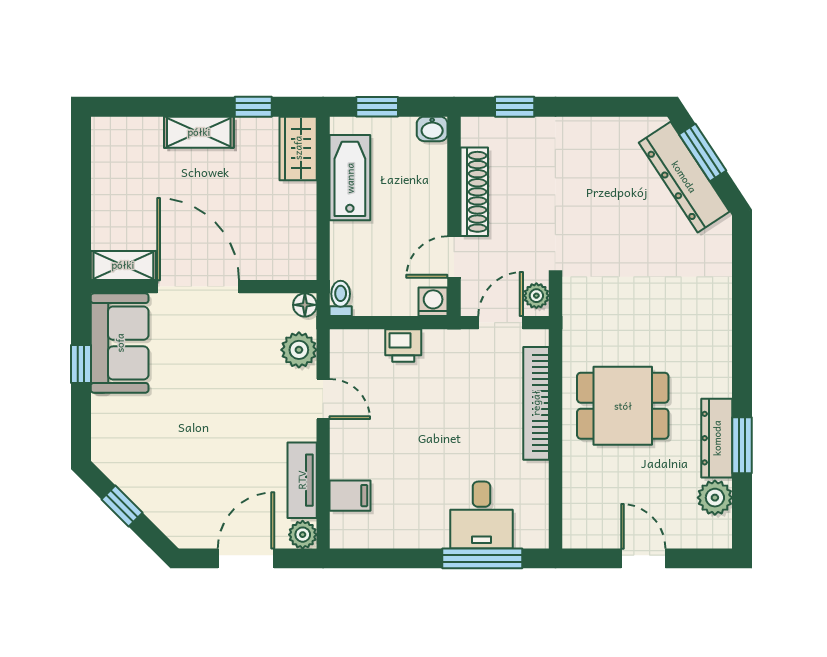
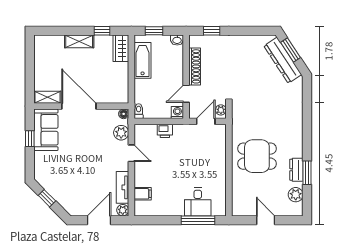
bookcase: (536, 403) -> (221, 155), removed
dresser: (717, 438) -> (296, 170), width x0.70

